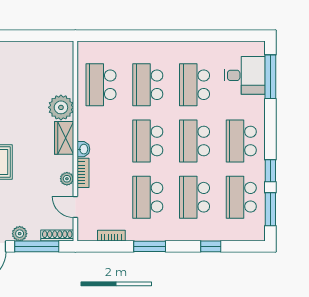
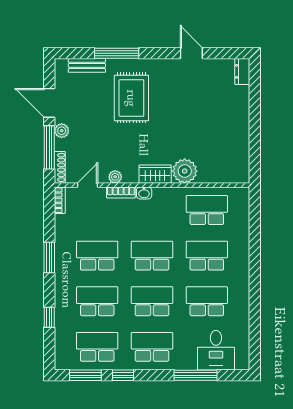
window: (270, 77) -> (196, 375), moved
bookcase: (111, 236) -> (60, 200), moved

